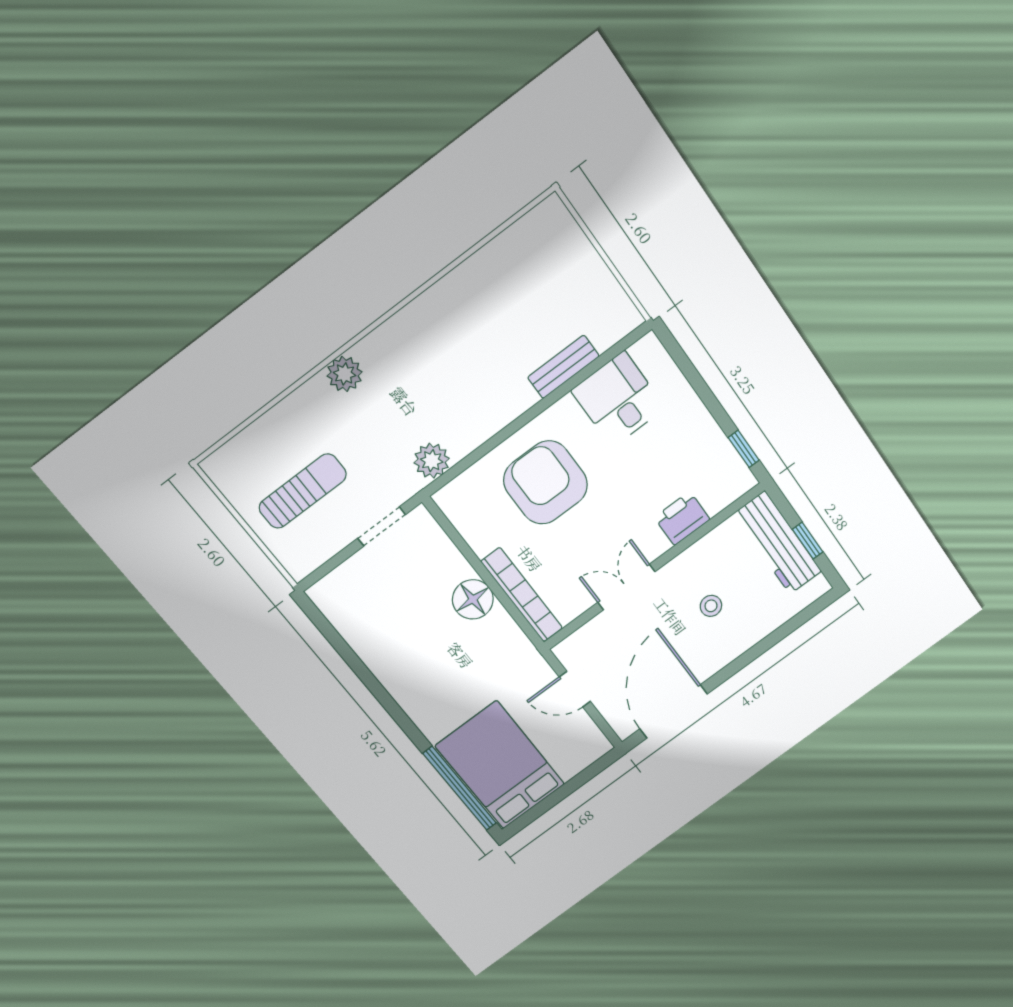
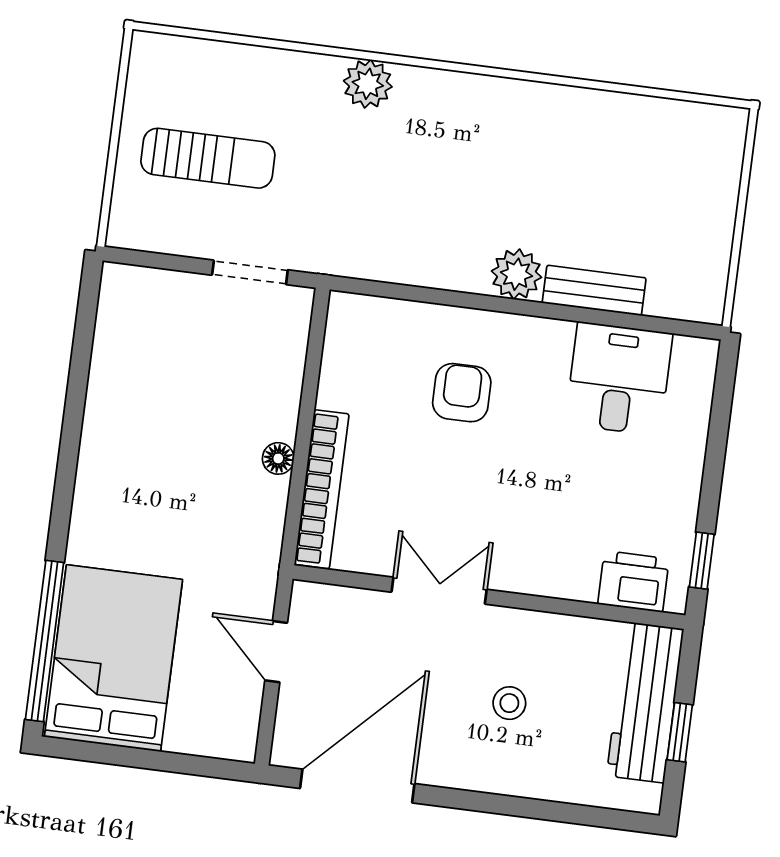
plant: (432, 461) -> (516, 274), moved
armchair: (546, 483) -> (462, 393), width x0.53, depth x0.53
printer: (682, 518) -> (633, 581), moved
floor lamp: (473, 599) -> (278, 458), width x0.53, depth x0.53

